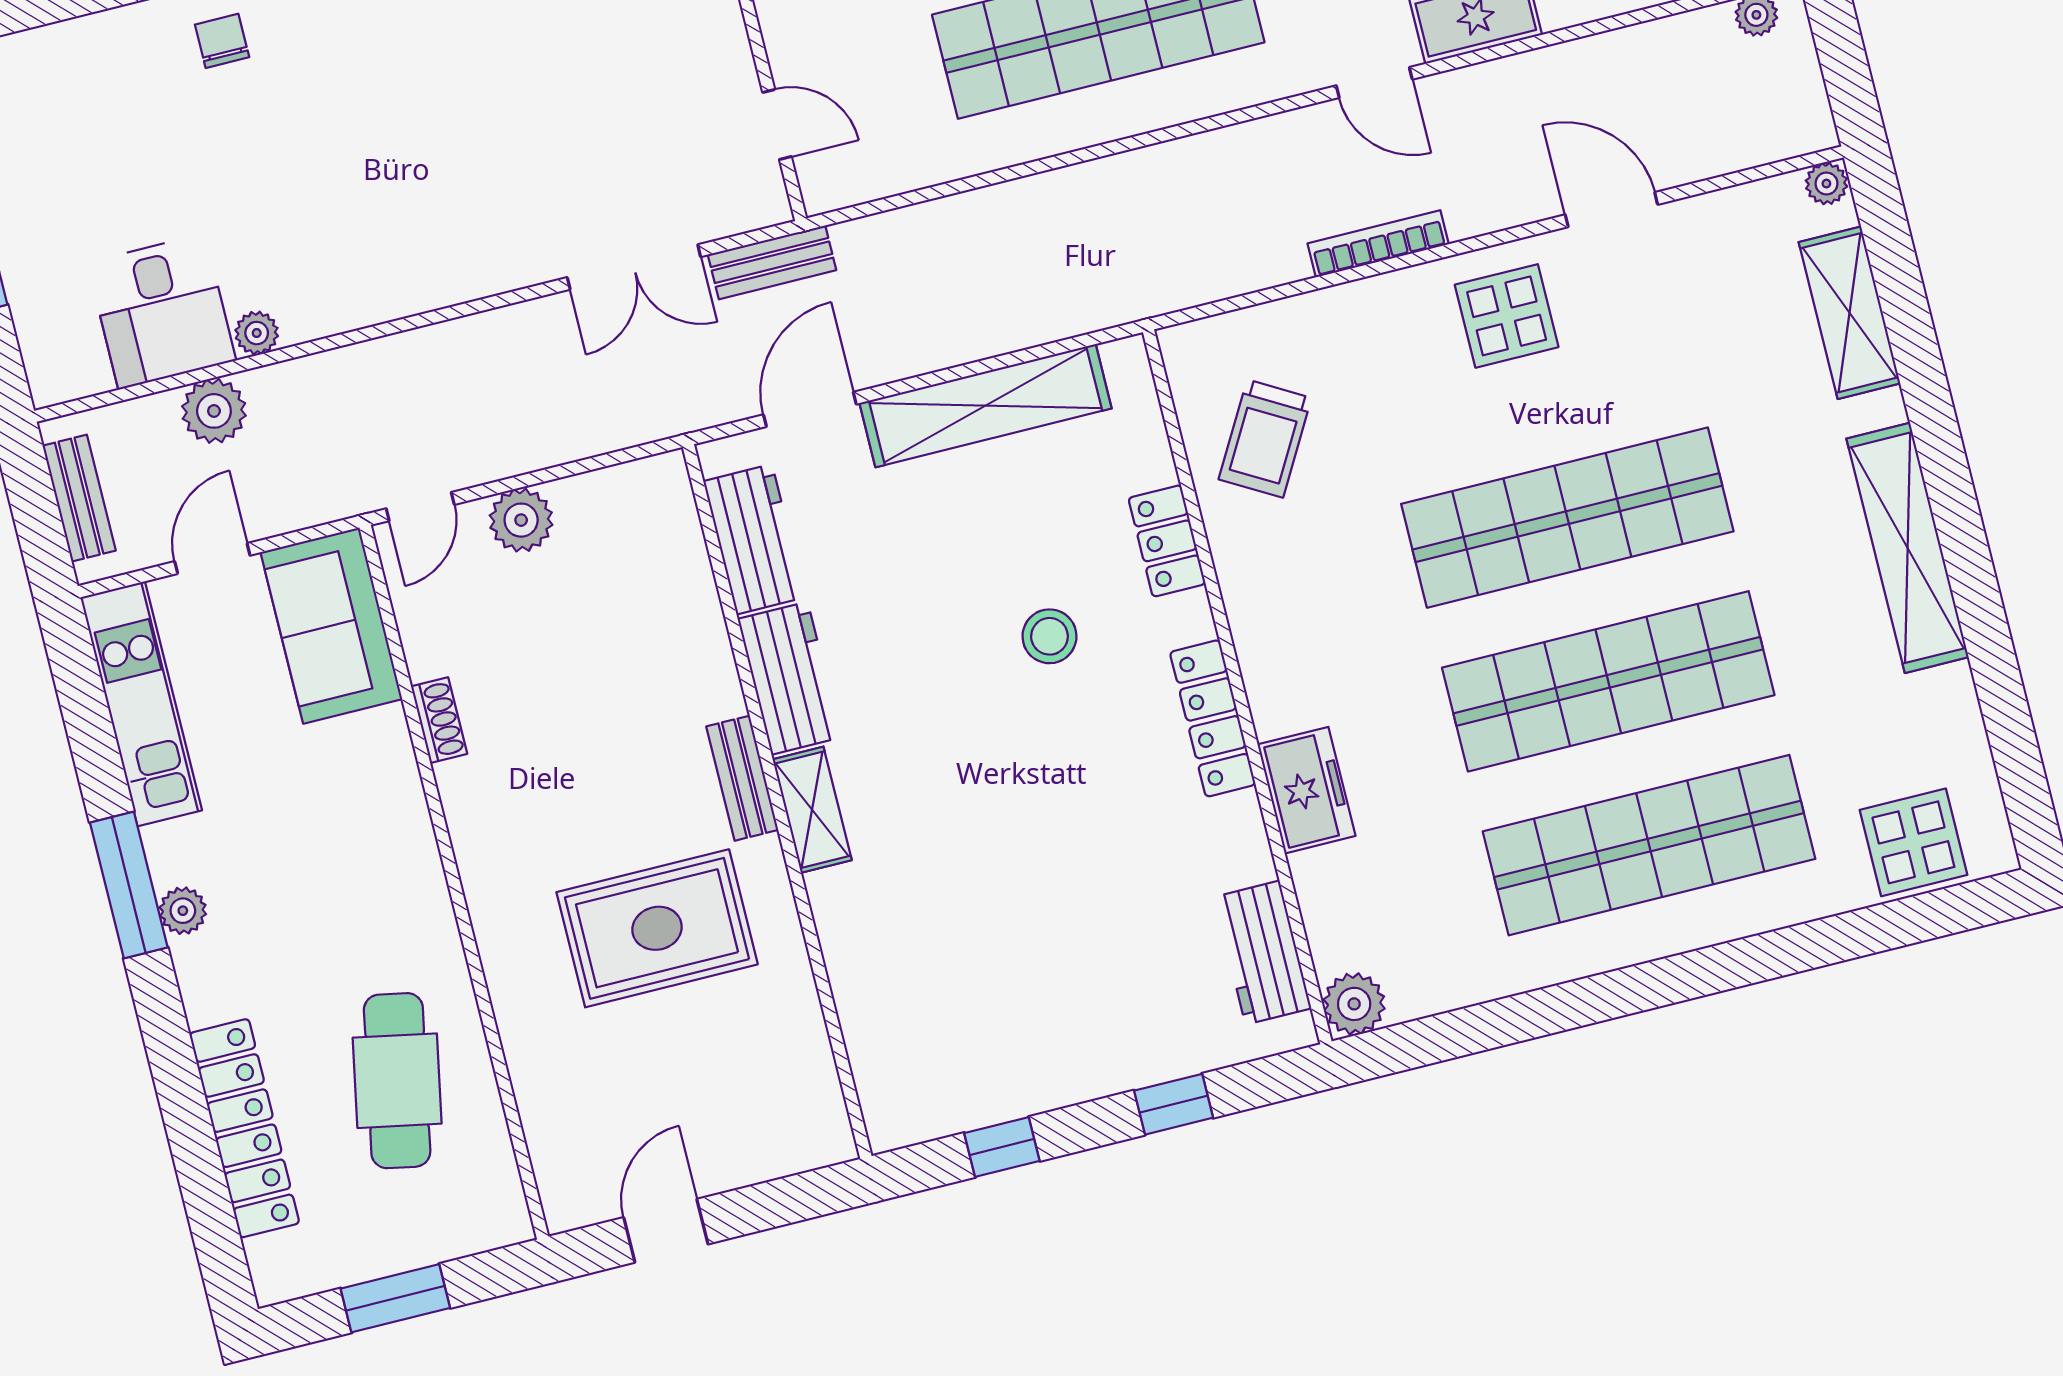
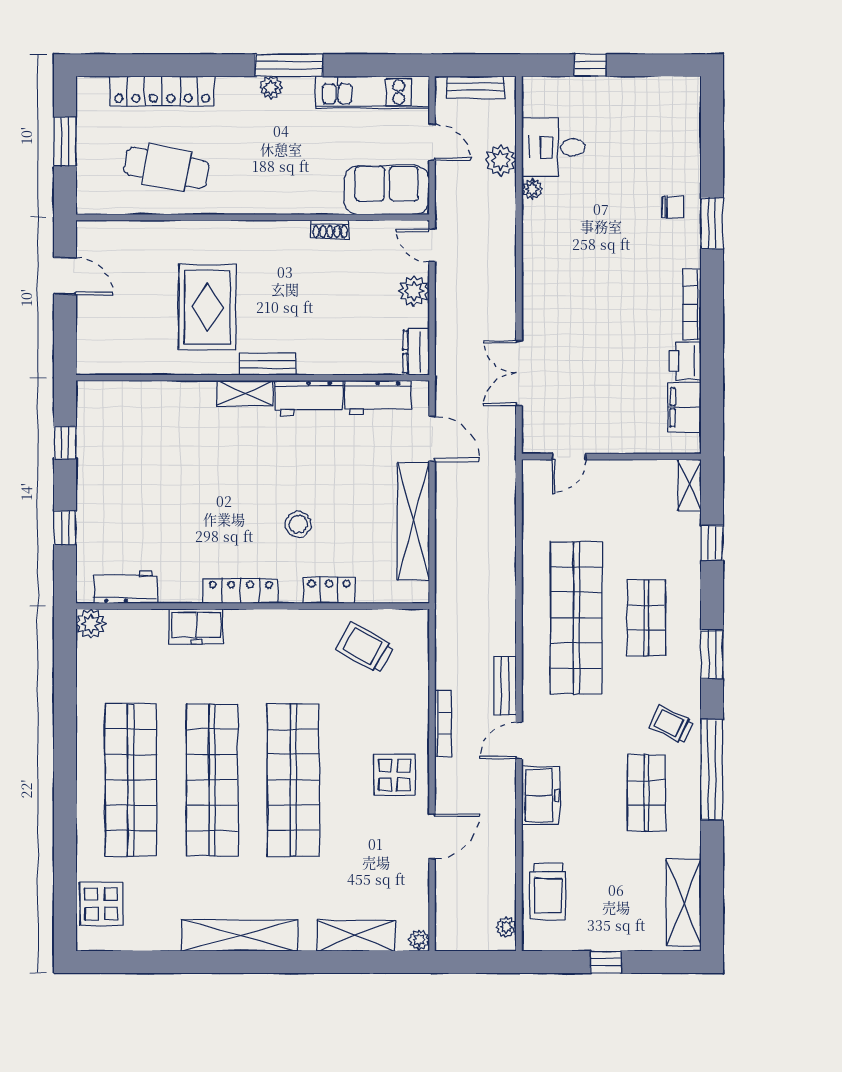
bench: (772, 262) -> (505, 686), moved
dresser: (643, 485) -> (416, 352), added

